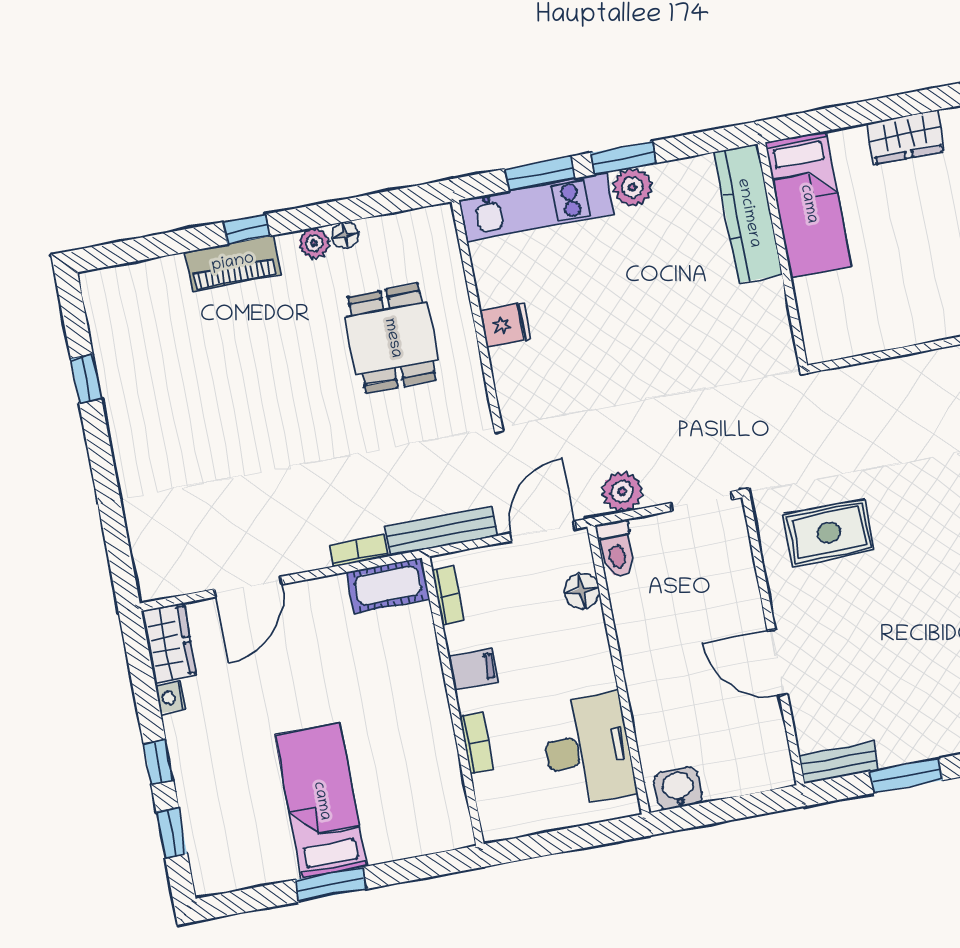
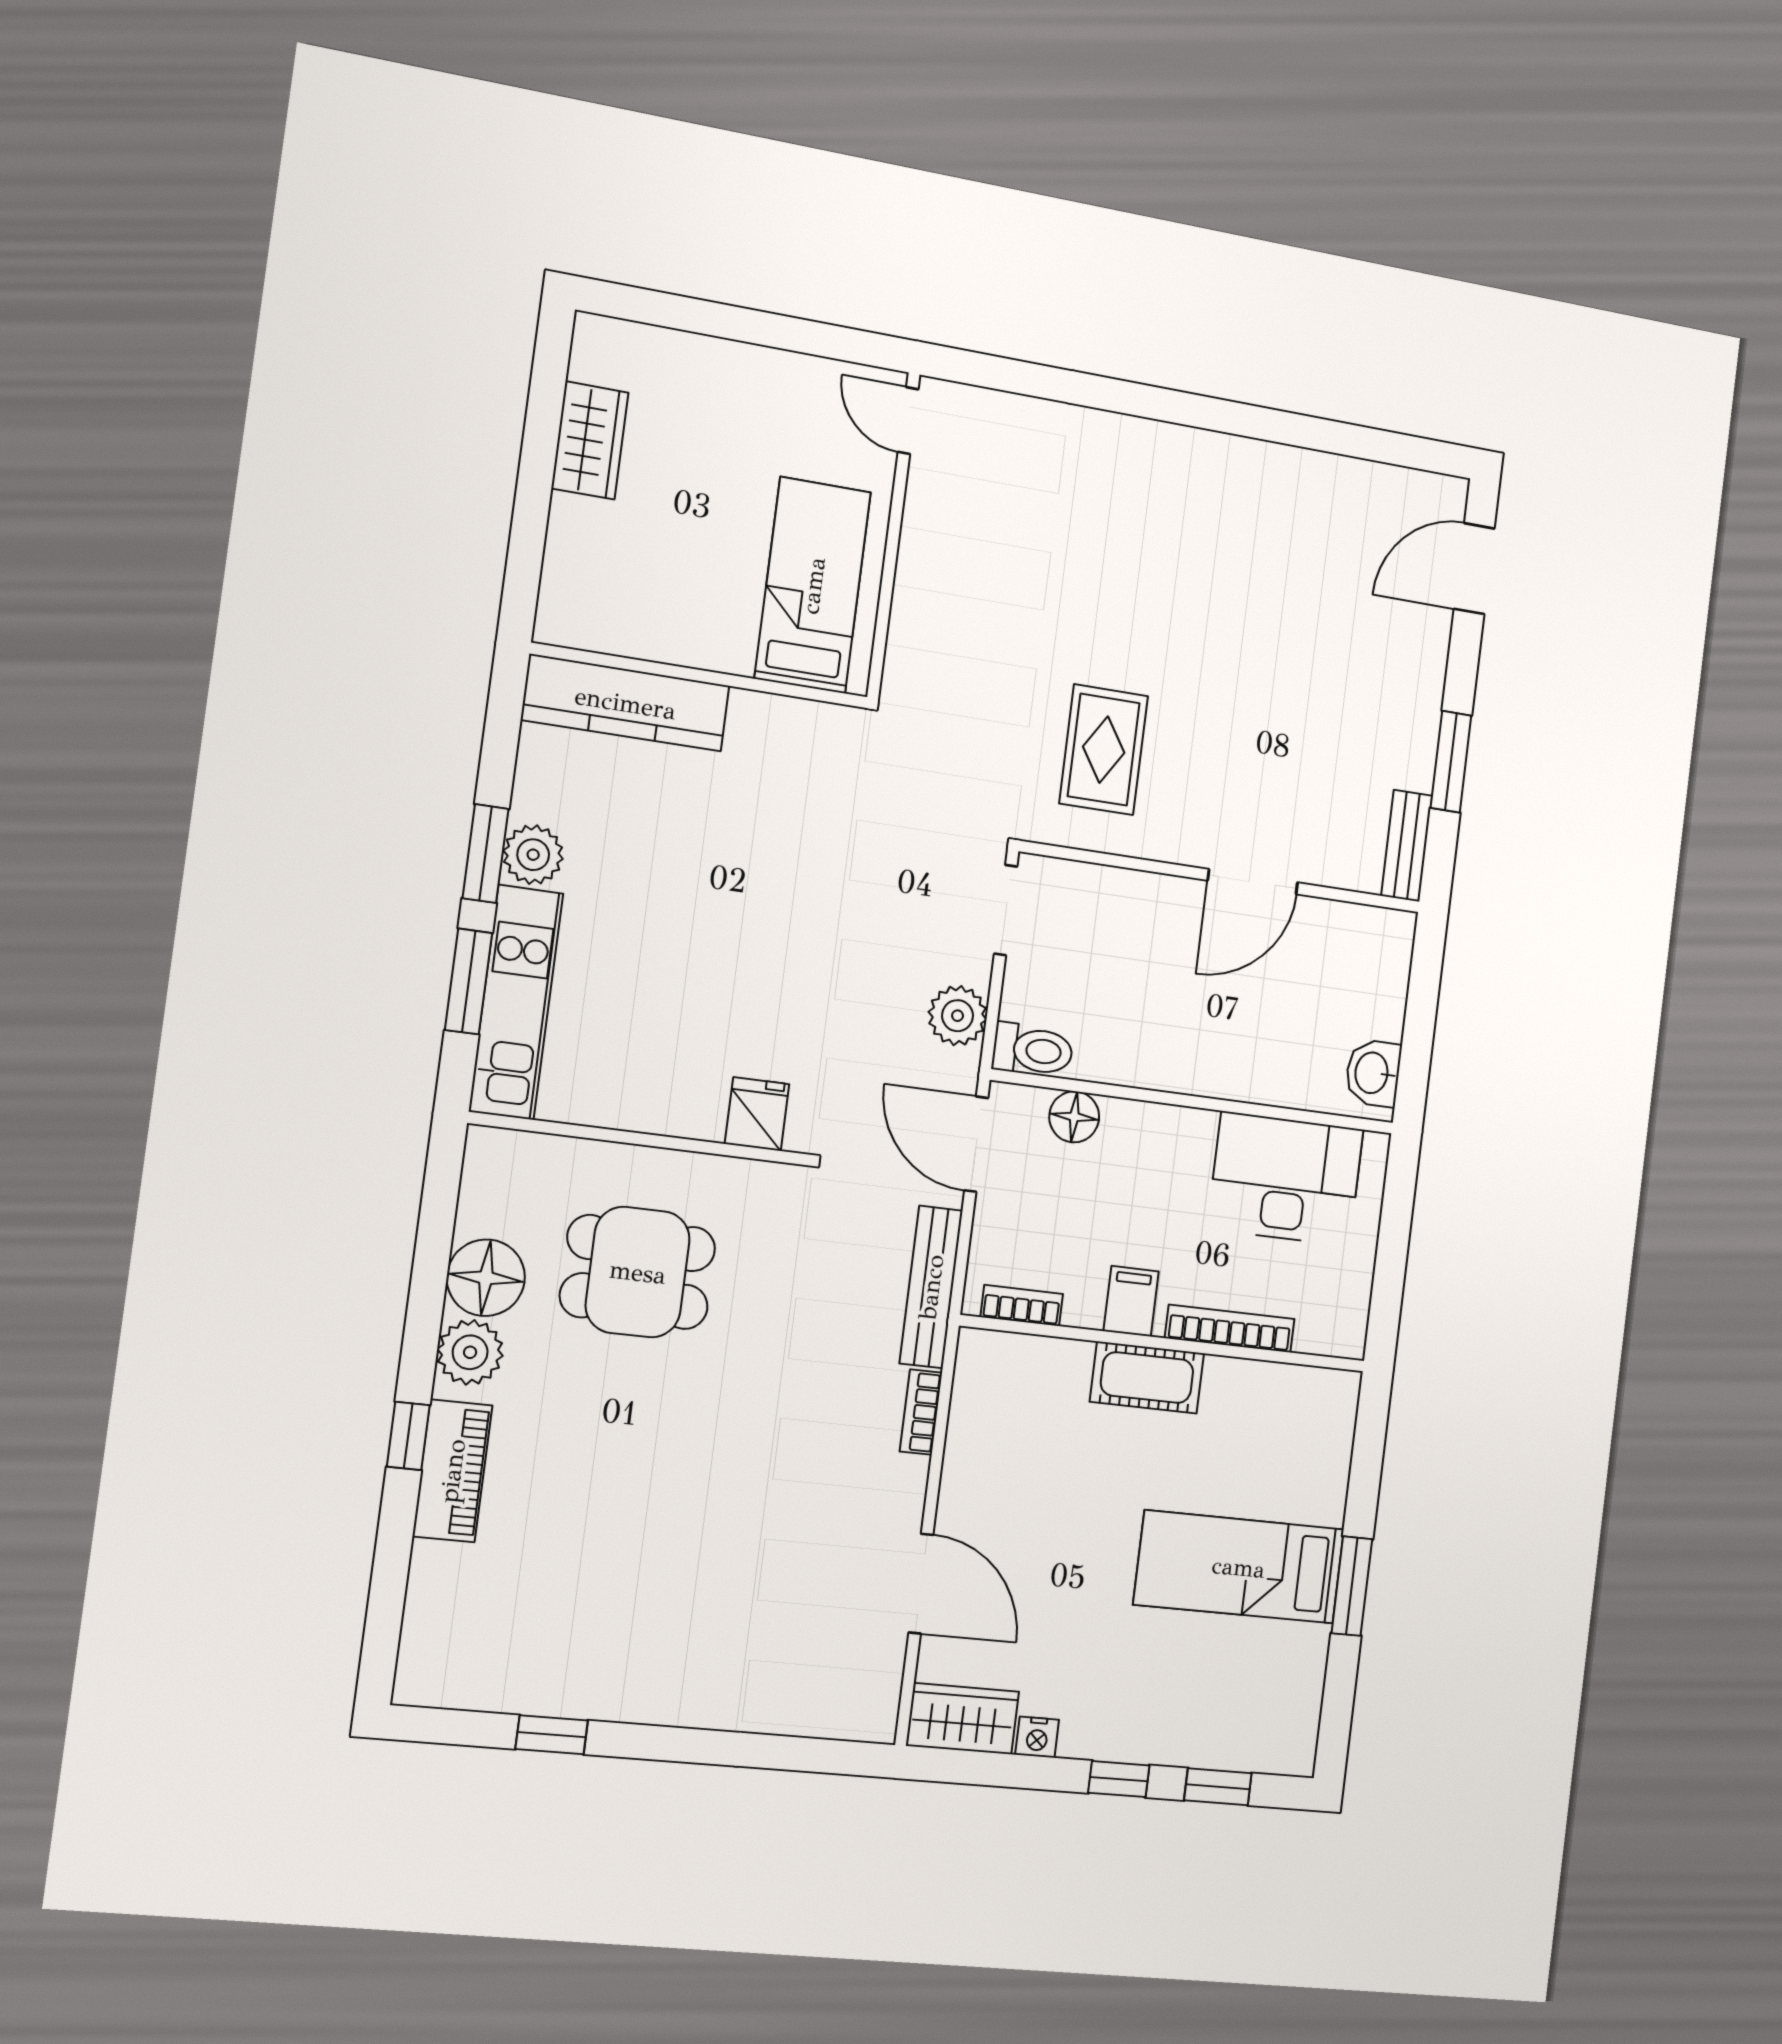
bed: (808, 204) -> (813, 585), moved, turned -90
floor lamp: (345, 235) -> (486, 1278), width x1.89, depth x1.89
plant: (314, 243) -> (470, 1352), width x1.38, depth x1.38
fridge: (505, 325) -> (757, 1114), moved
cot: (388, 585) -> (1147, 1378), moved, turned 90
bookcase: (476, 743) -> (1230, 1329), width x1.56

